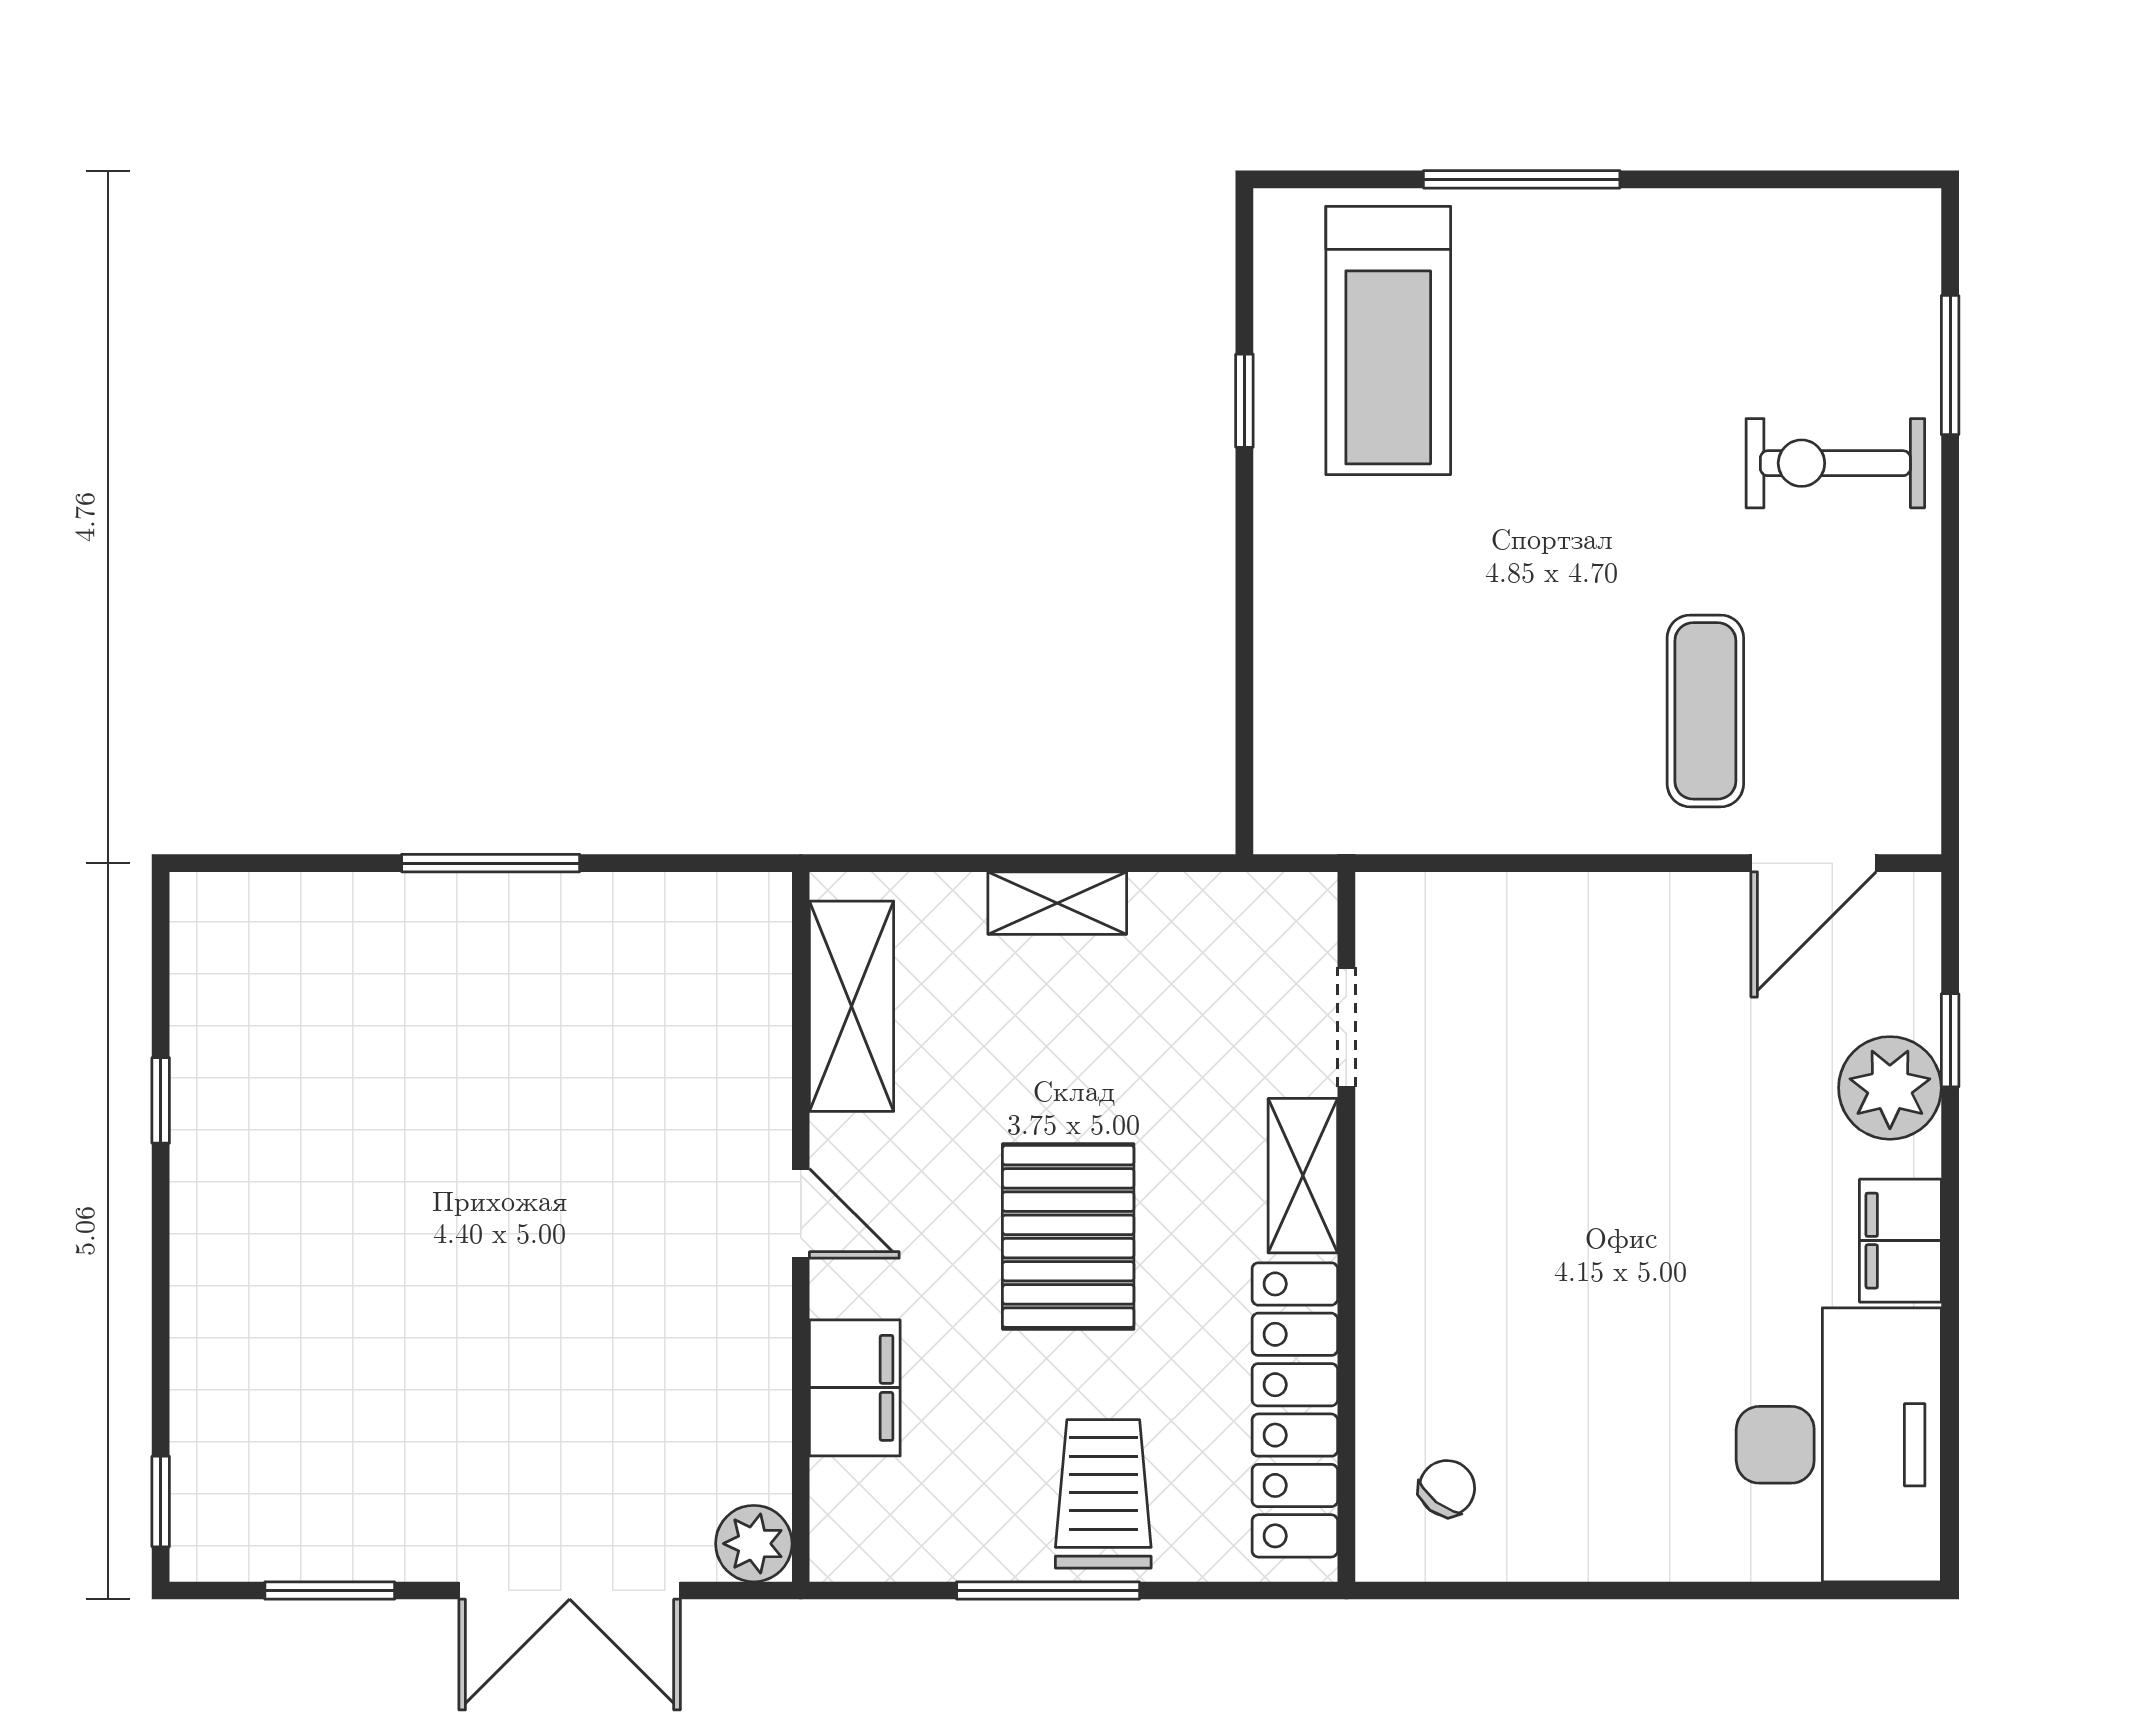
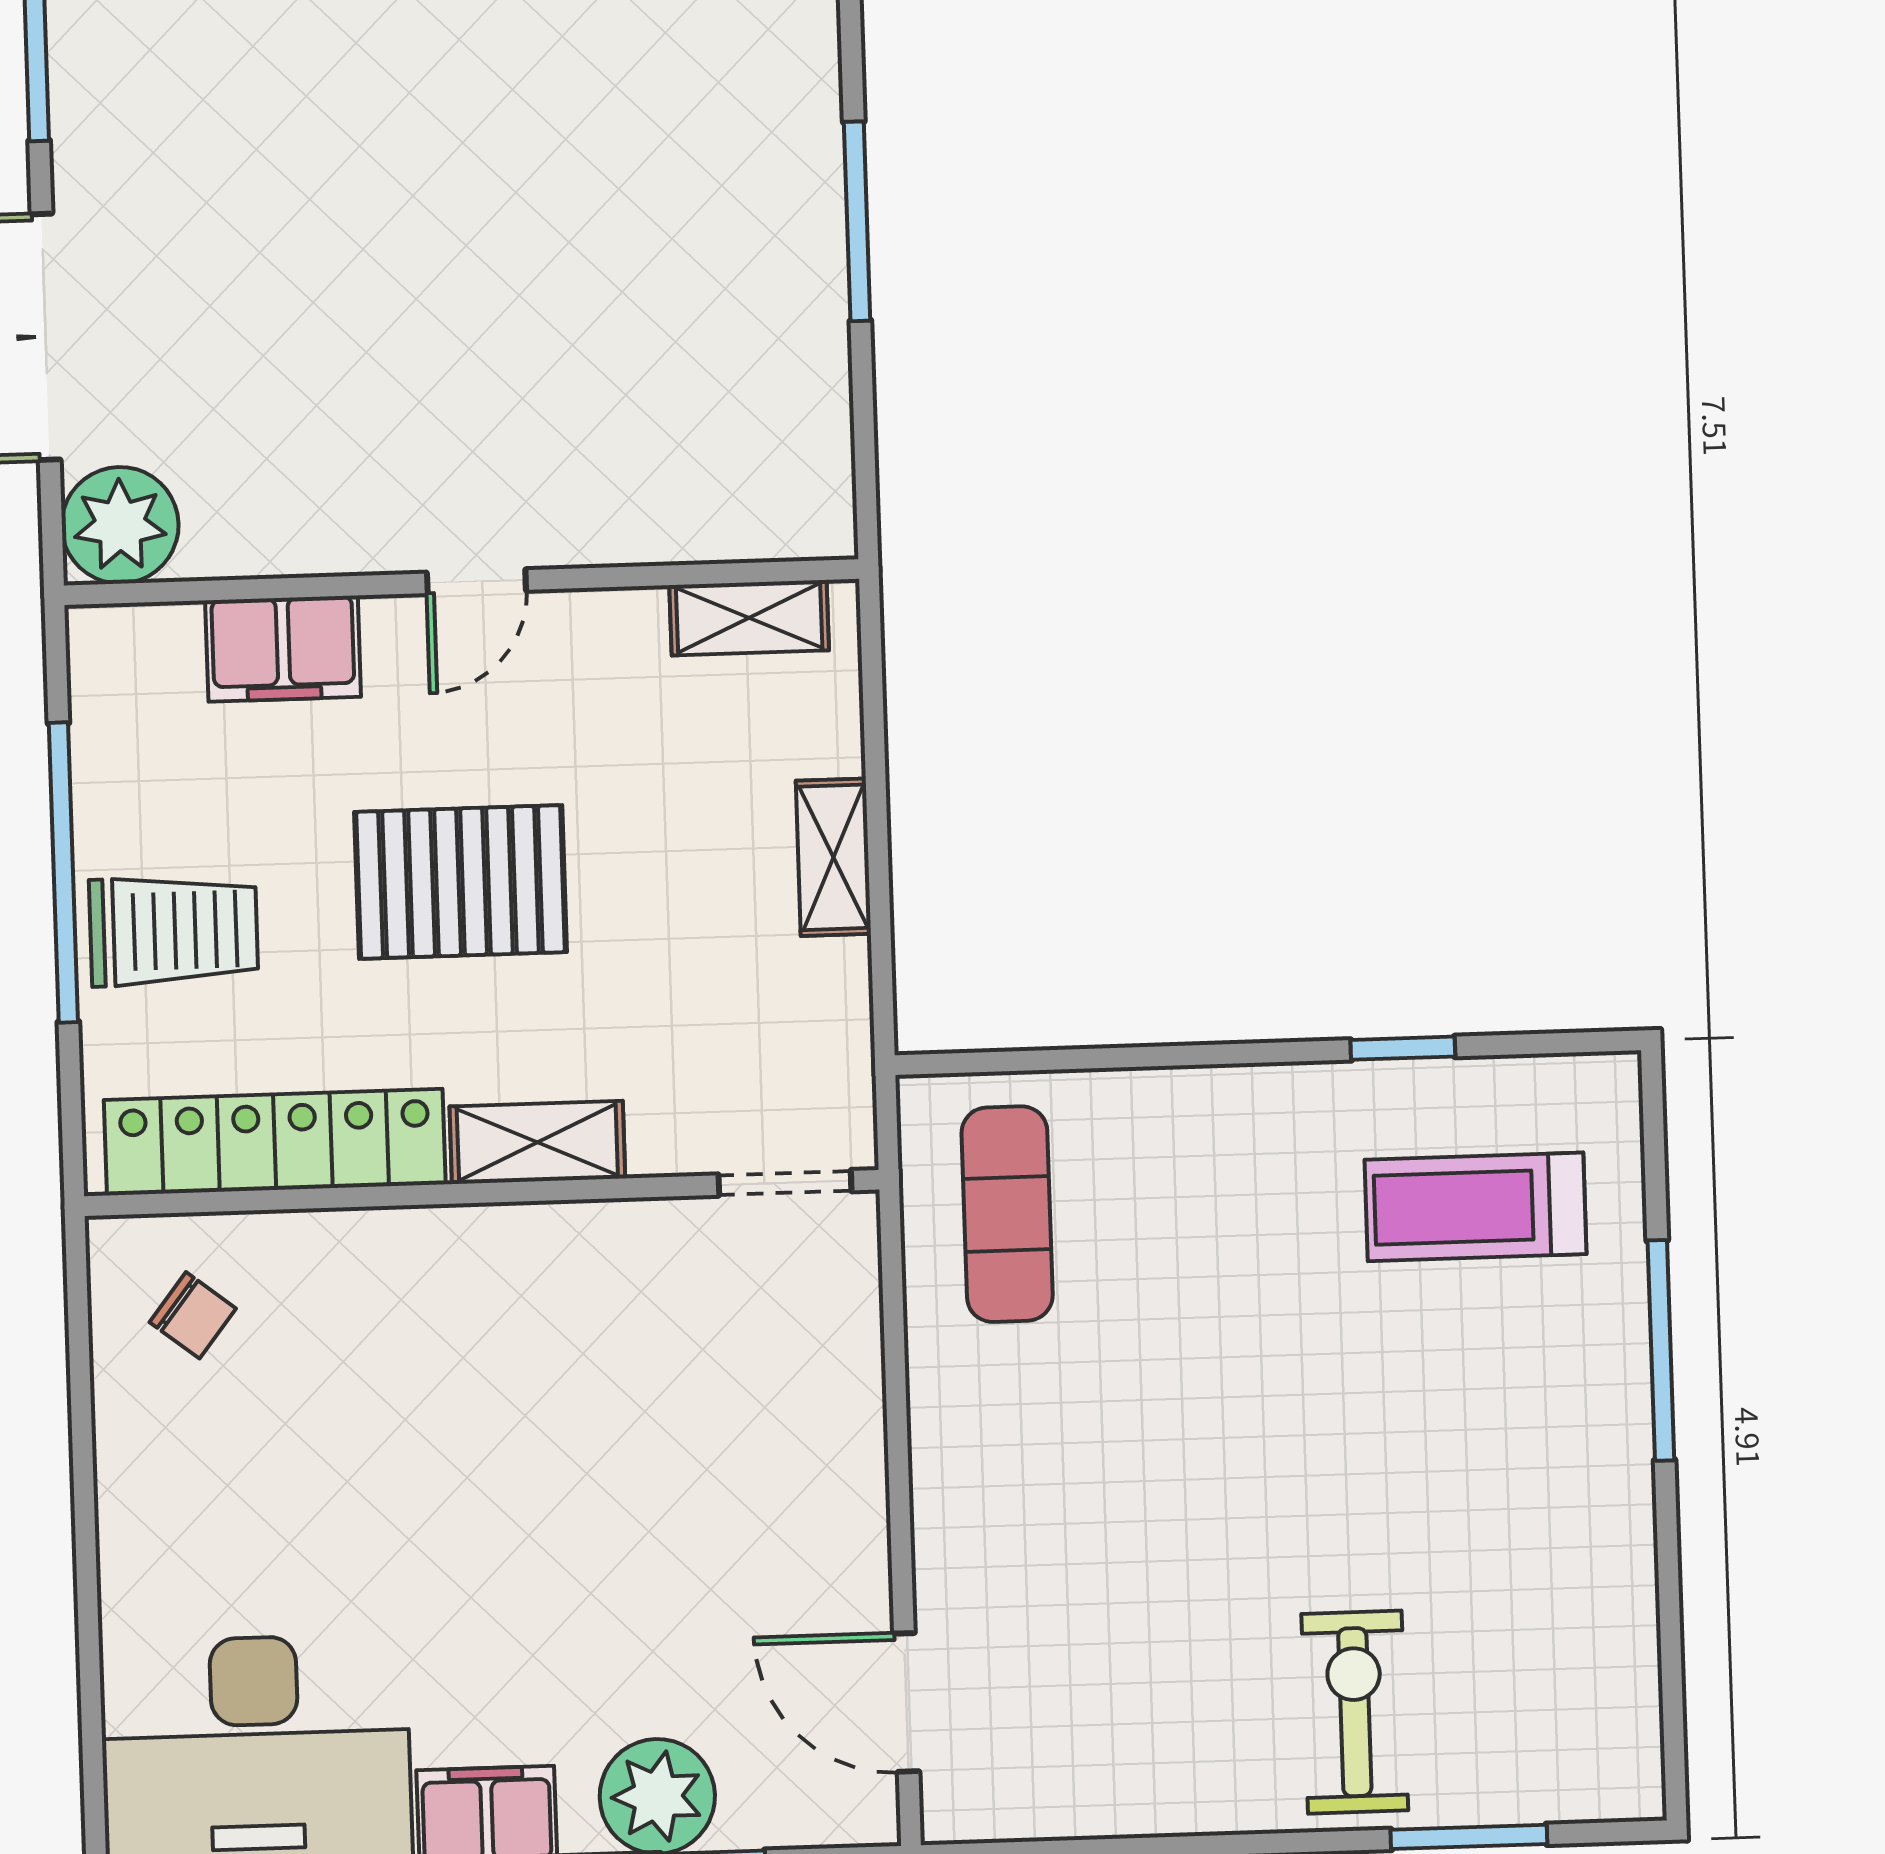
treadmill: (1388, 341) -> (1475, 1207), width x0.73, depth x0.73
exercise mat: (1705, 711) -> (1007, 1214), moved, turned 90
shelving: (852, 1006) -> (749, 618), width x0.67, depth x0.75
doorway: (1346, 1027) -> (785, 1183), moved
plant: (754, 1544) -> (120, 525), width x1.36, depth x1.36
window: (1048, 1590) -> (63, 873), width x1.46

